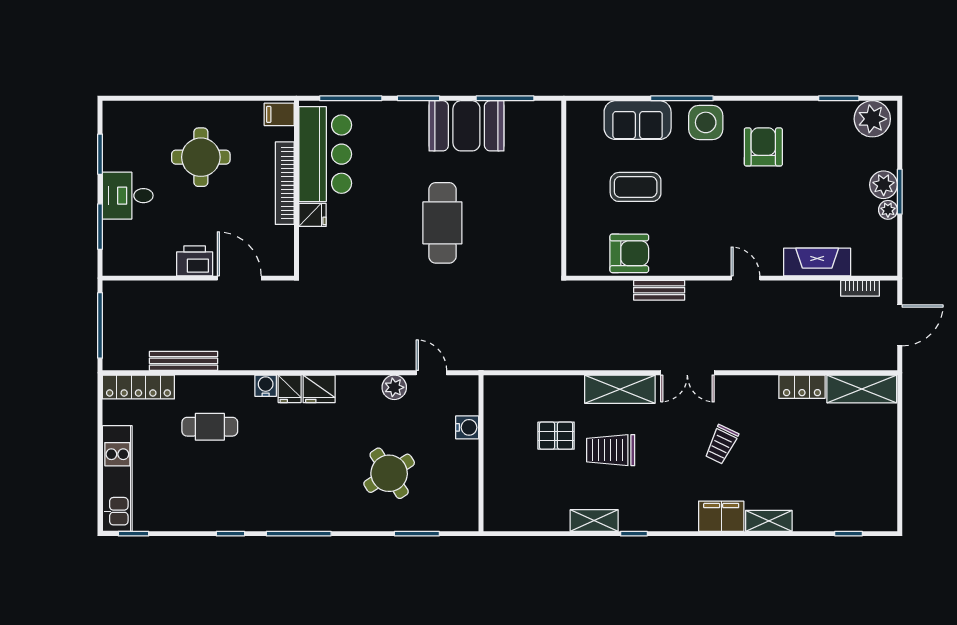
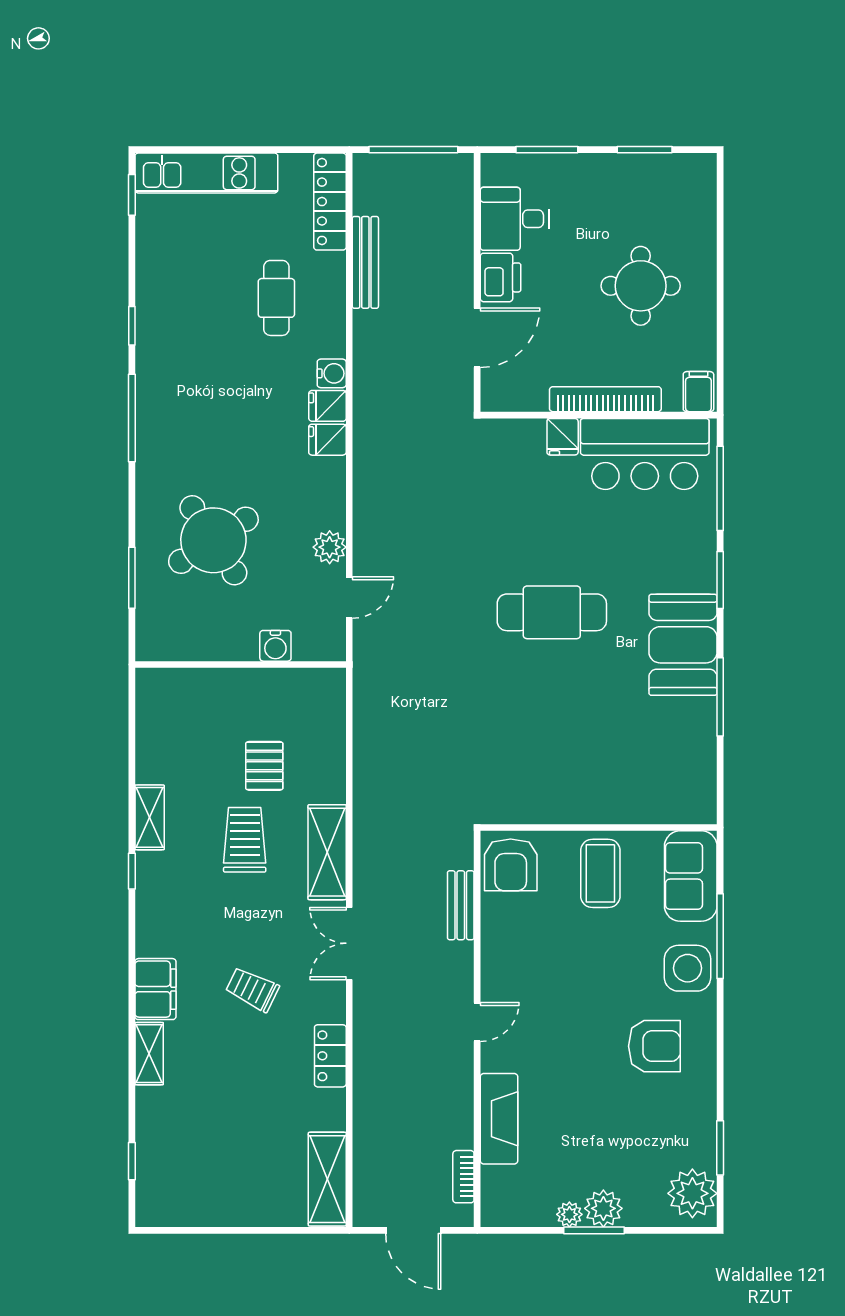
wall: (564, 188) -> (599, 828), moved
desk: (128, 196) -> (515, 219), moved, turned -90
locker: (802, 387) -> (330, 1056), moved
fridge: (319, 389) -> (327, 440), width x0.72
round table: (389, 473) -> (213, 540), width x1.36, depth x1.36

